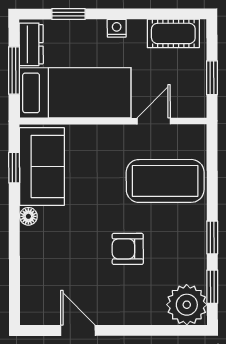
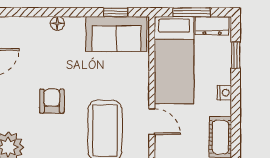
floor lamp: (28, 216) -> (57, 23), moved

